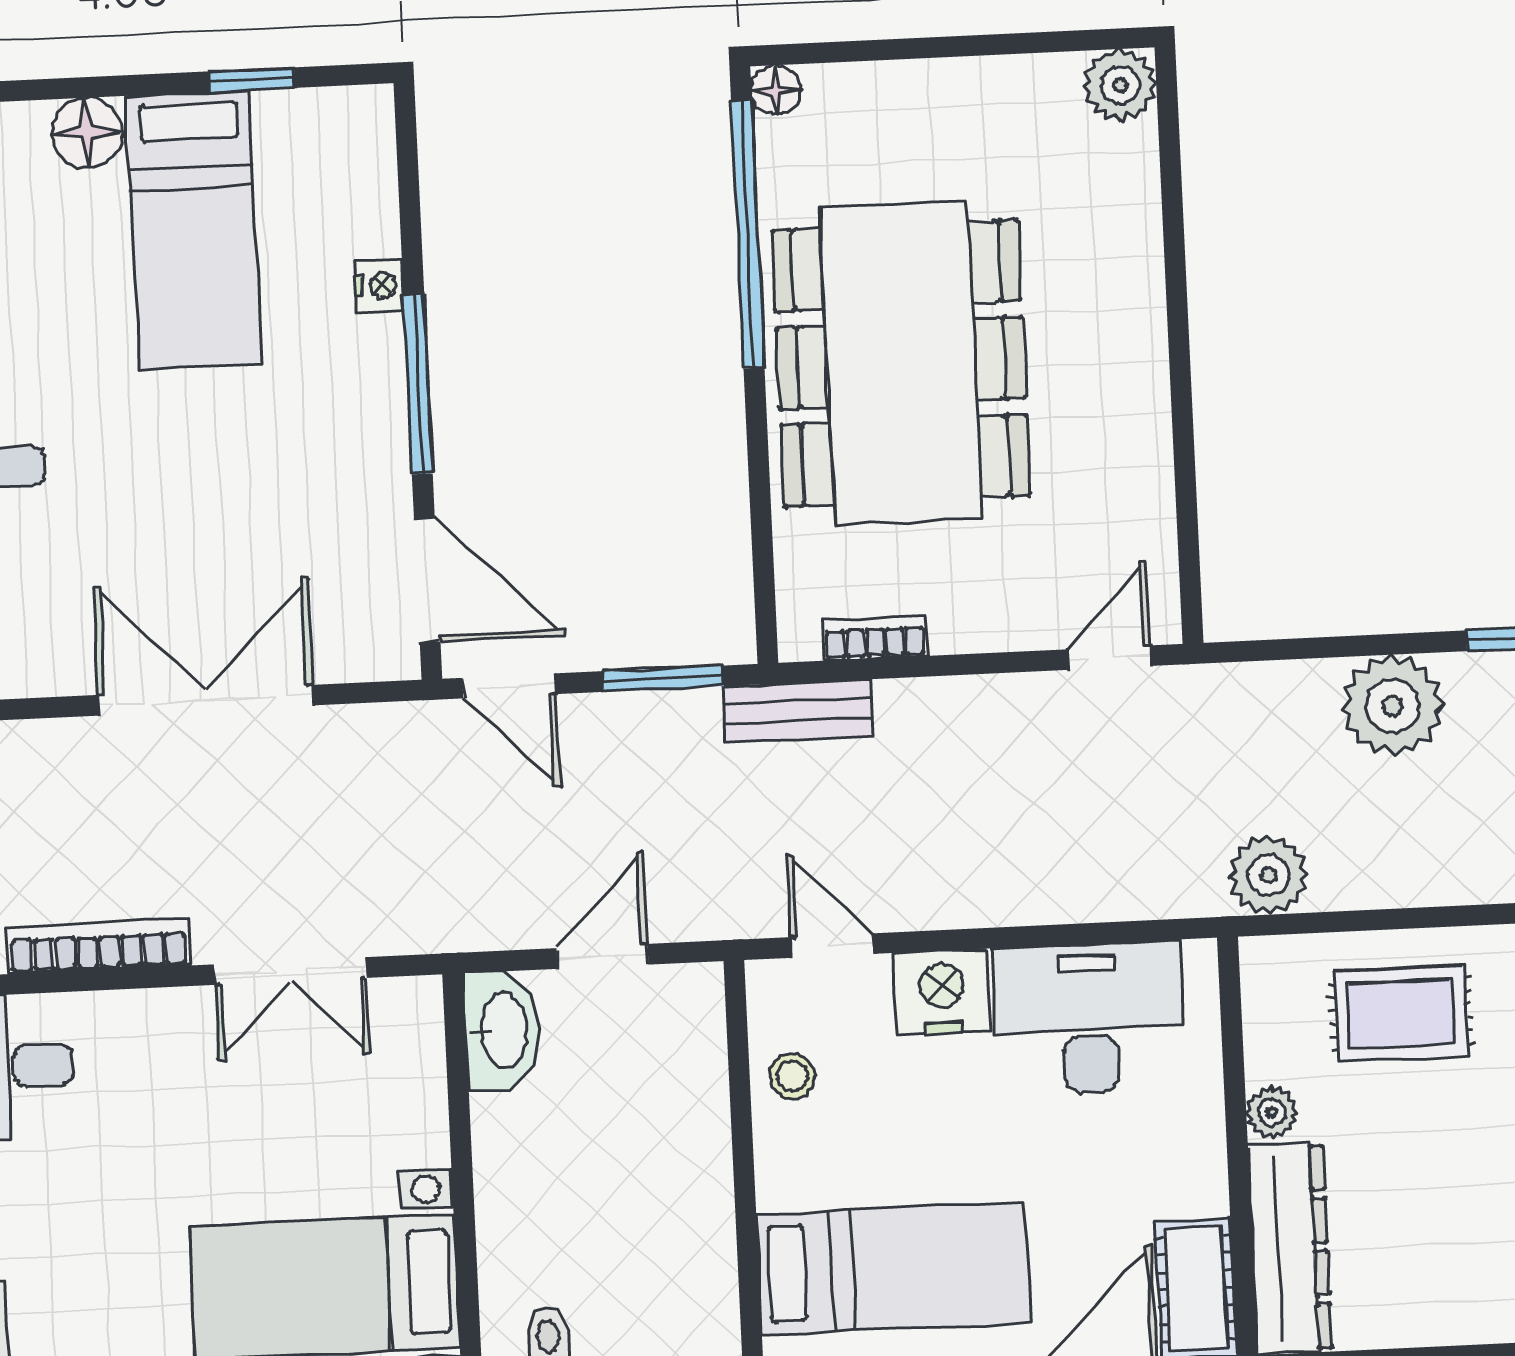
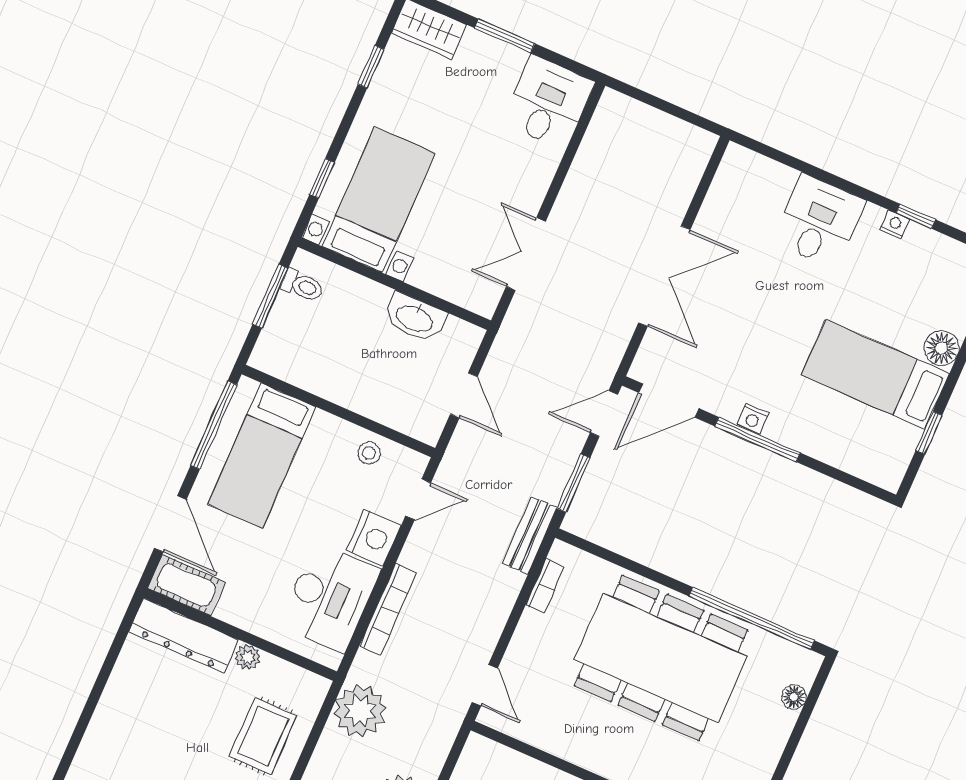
floor lamp: (776, 90) -> (794, 697), moved
nightstand: (379, 286) -> (753, 419), moved
plant: (1268, 875) -> (360, 711), width x1.36, depth x1.36
bookcase: (98, 946) -> (388, 609), moved
washbasin: (502, 1031) -> (415, 318), moved

